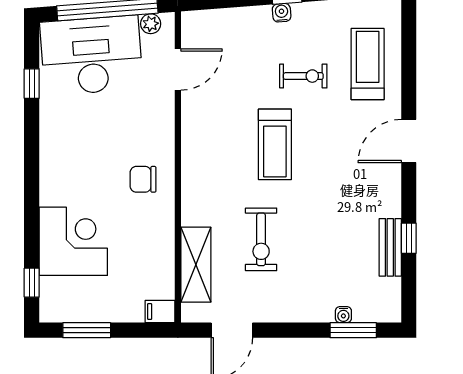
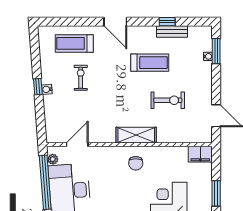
door: (178, 70) -> (77, 145), hinge flipped
treadmill: (275, 144) -> (150, 63), moved
shelving: (196, 265) -> (136, 135), moved
filing cabinet: (160, 312) -> (200, 154), width x2.00

